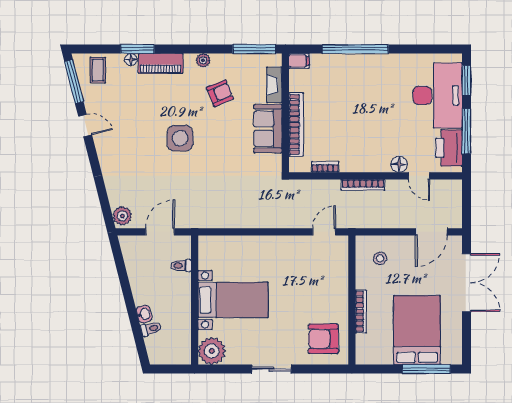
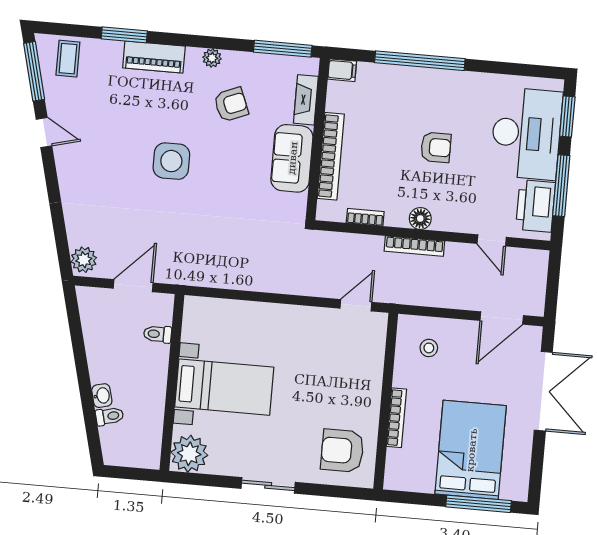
floor lamp: (131, 60) -> (114, 48), removed
armchair: (372, 111) -> (436, 147), added
floor lamp: (399, 164) -> (420, 218), moved

